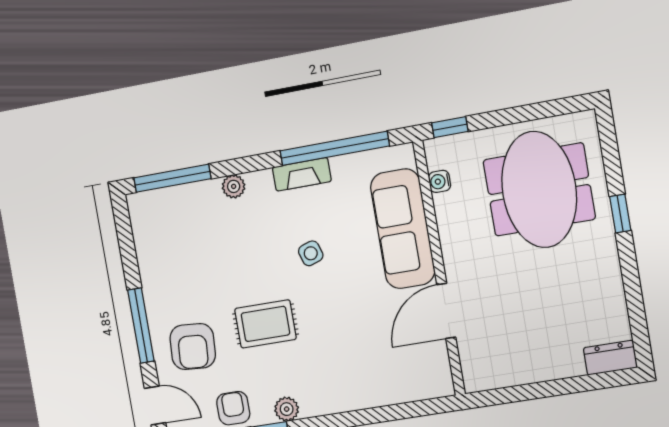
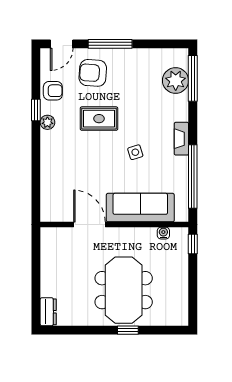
fireplace: (302, 174) -> (181, 139), moved
plant: (234, 186) -> (176, 81), moved, width x1.88, depth x1.88
meeting table: (539, 189) -> (124, 290), moved, turned 90
rug: (265, 324) -> (99, 119), turned 90

